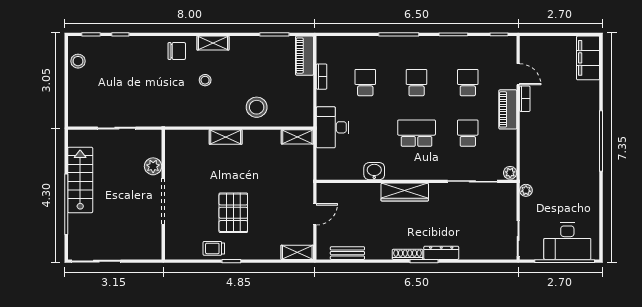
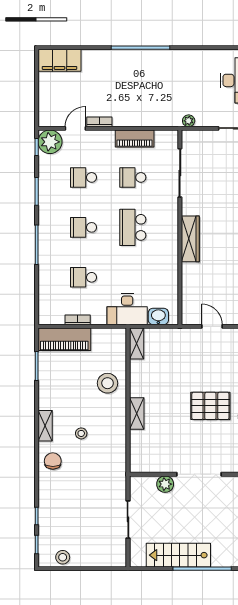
piano: (305, 56) -> (64, 339), width x1.37, depth x1.33
piano: (508, 109) -> (135, 138), moved
washbasin: (374, 171) -> (158, 316), moved, turned 90
plant: (510, 173) -> (50, 142), moved, width x1.87, depth x1.87

